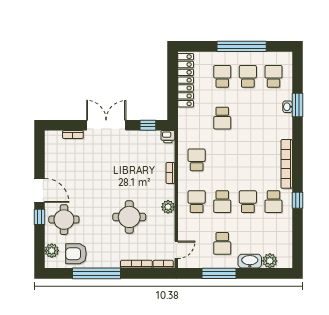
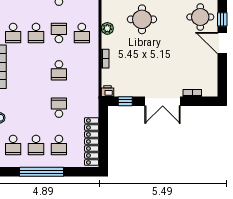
school desk: (197, 160) -> (59, 70), moved
school desk: (273, 202) -> (13, 33), turned 180

